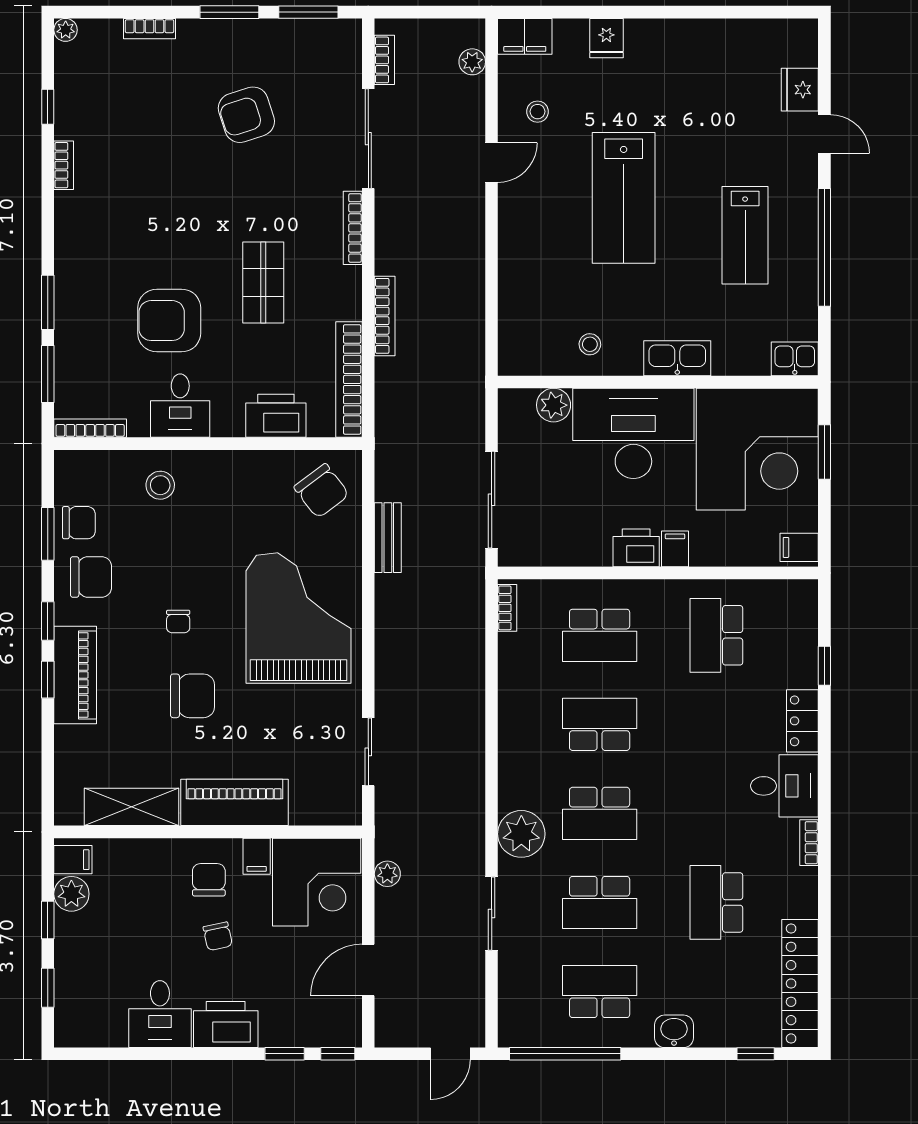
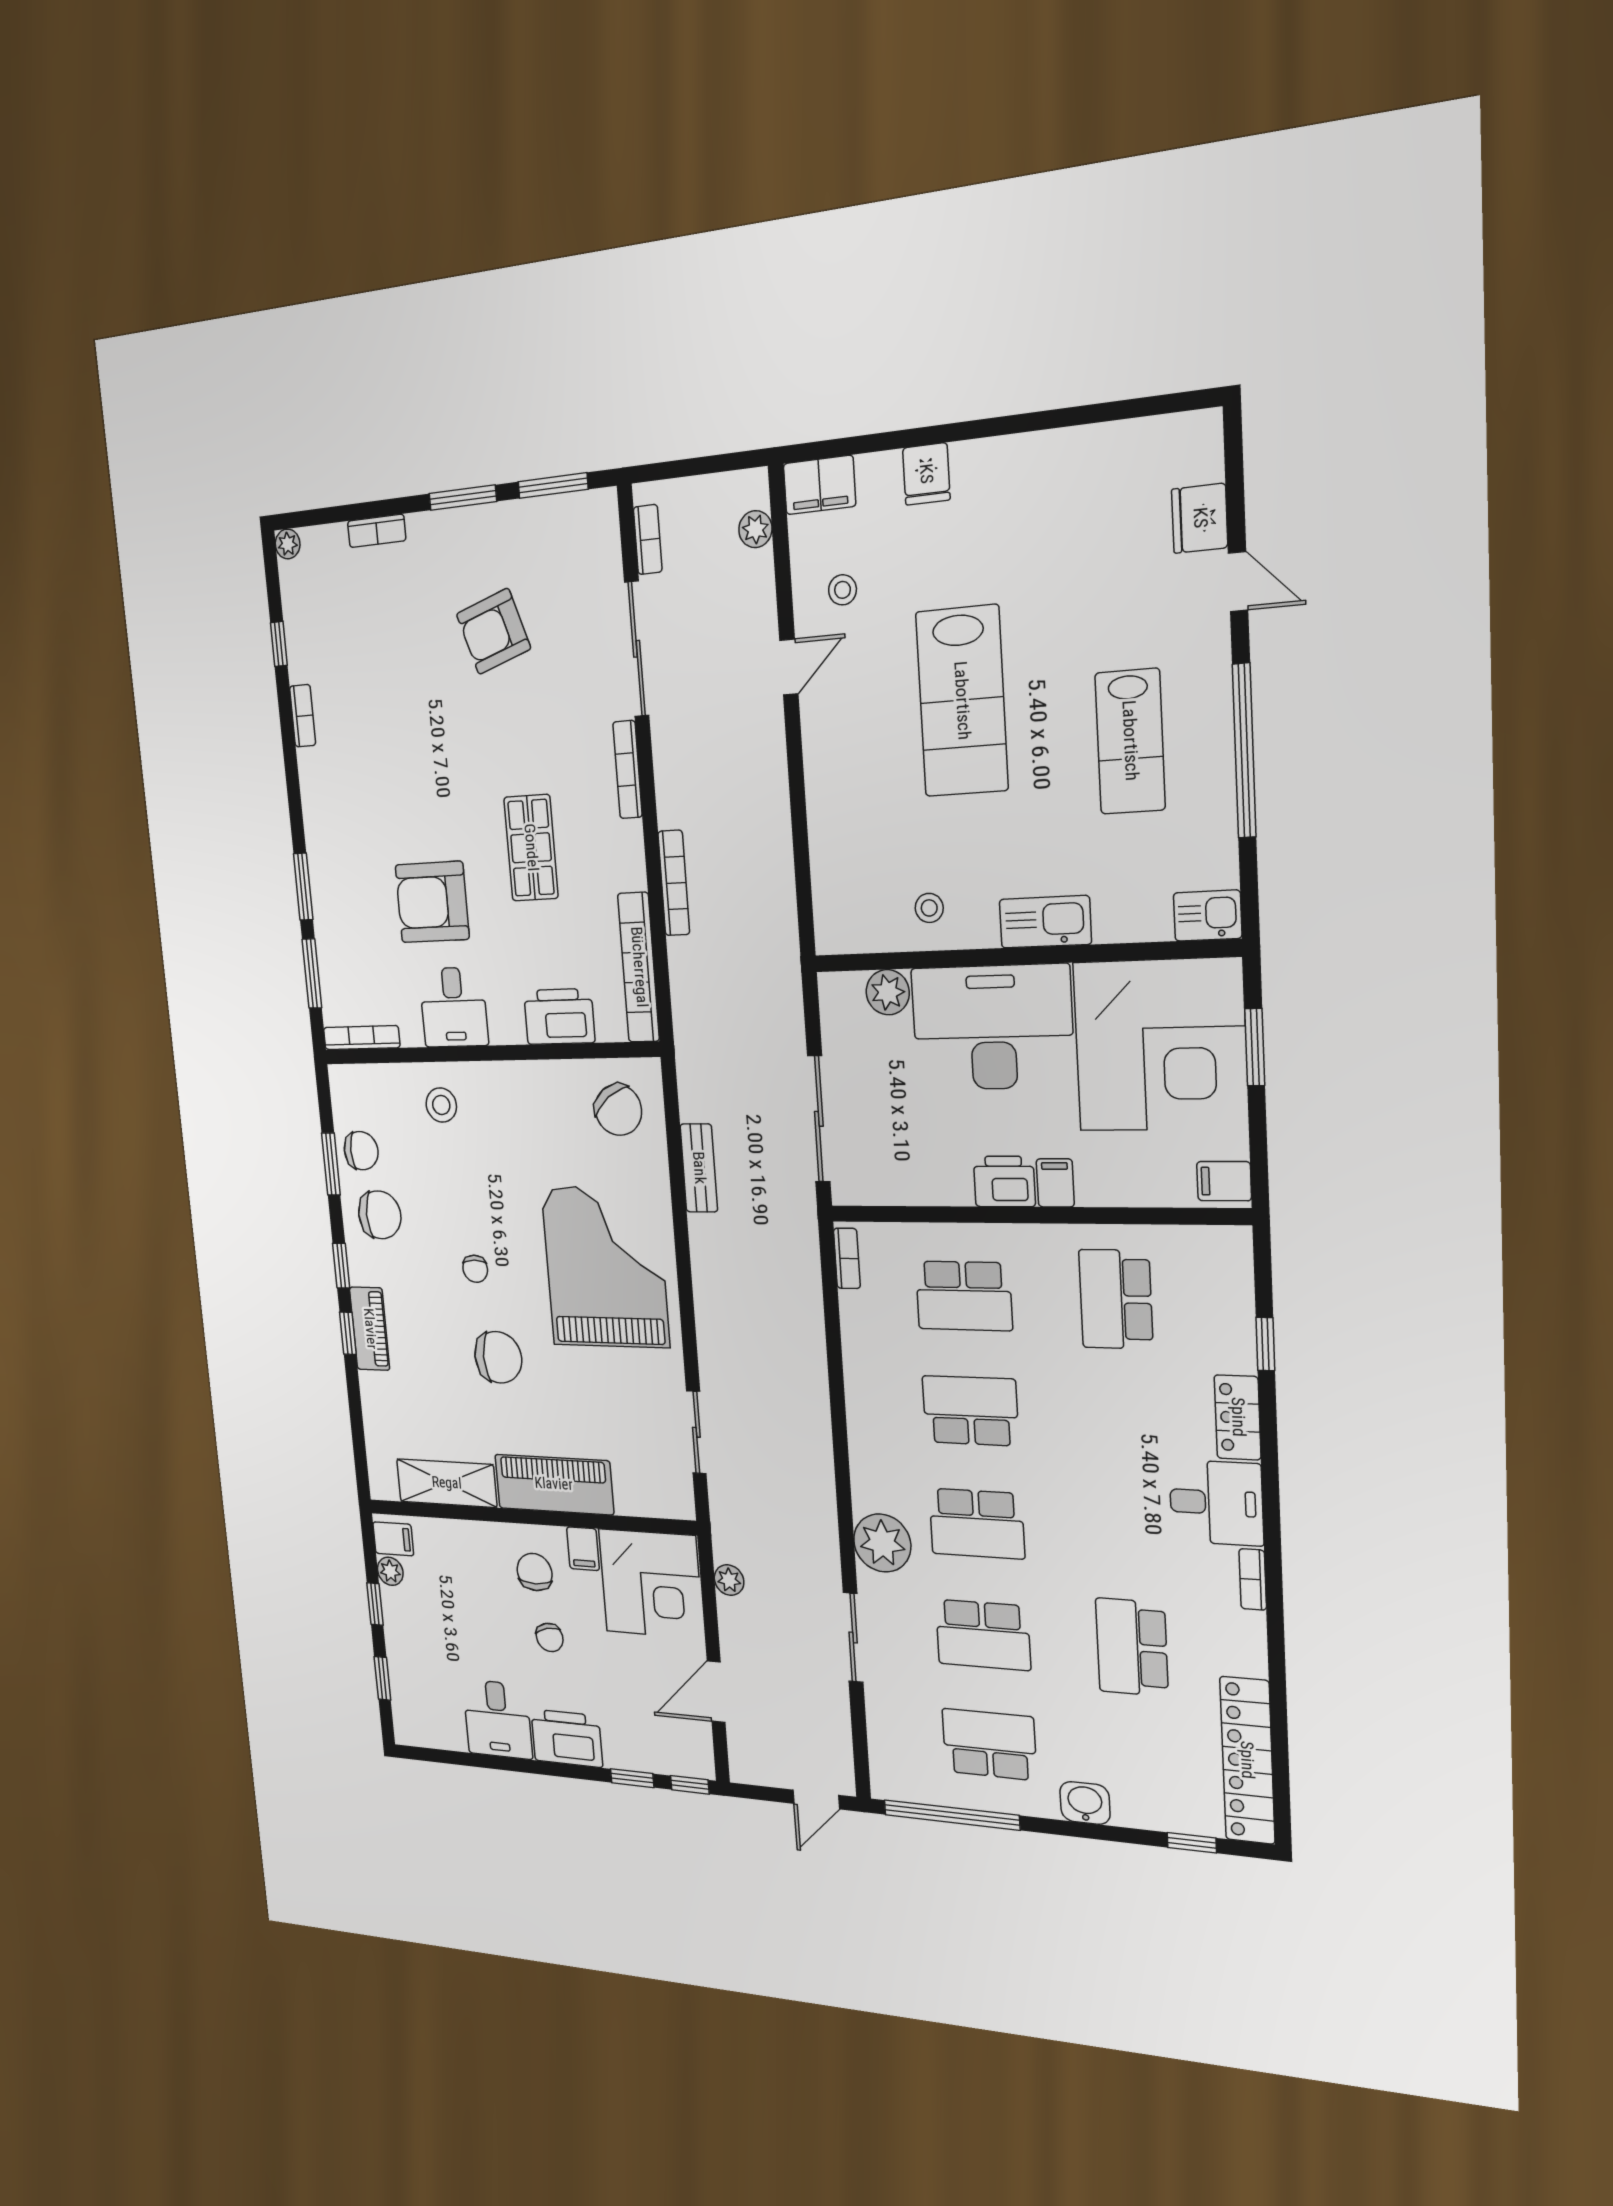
piano: (75, 675) -> (370, 1329), width x0.73, depth x0.75
plant: (71, 894) -> (390, 1571), width x0.73, depth x0.73

